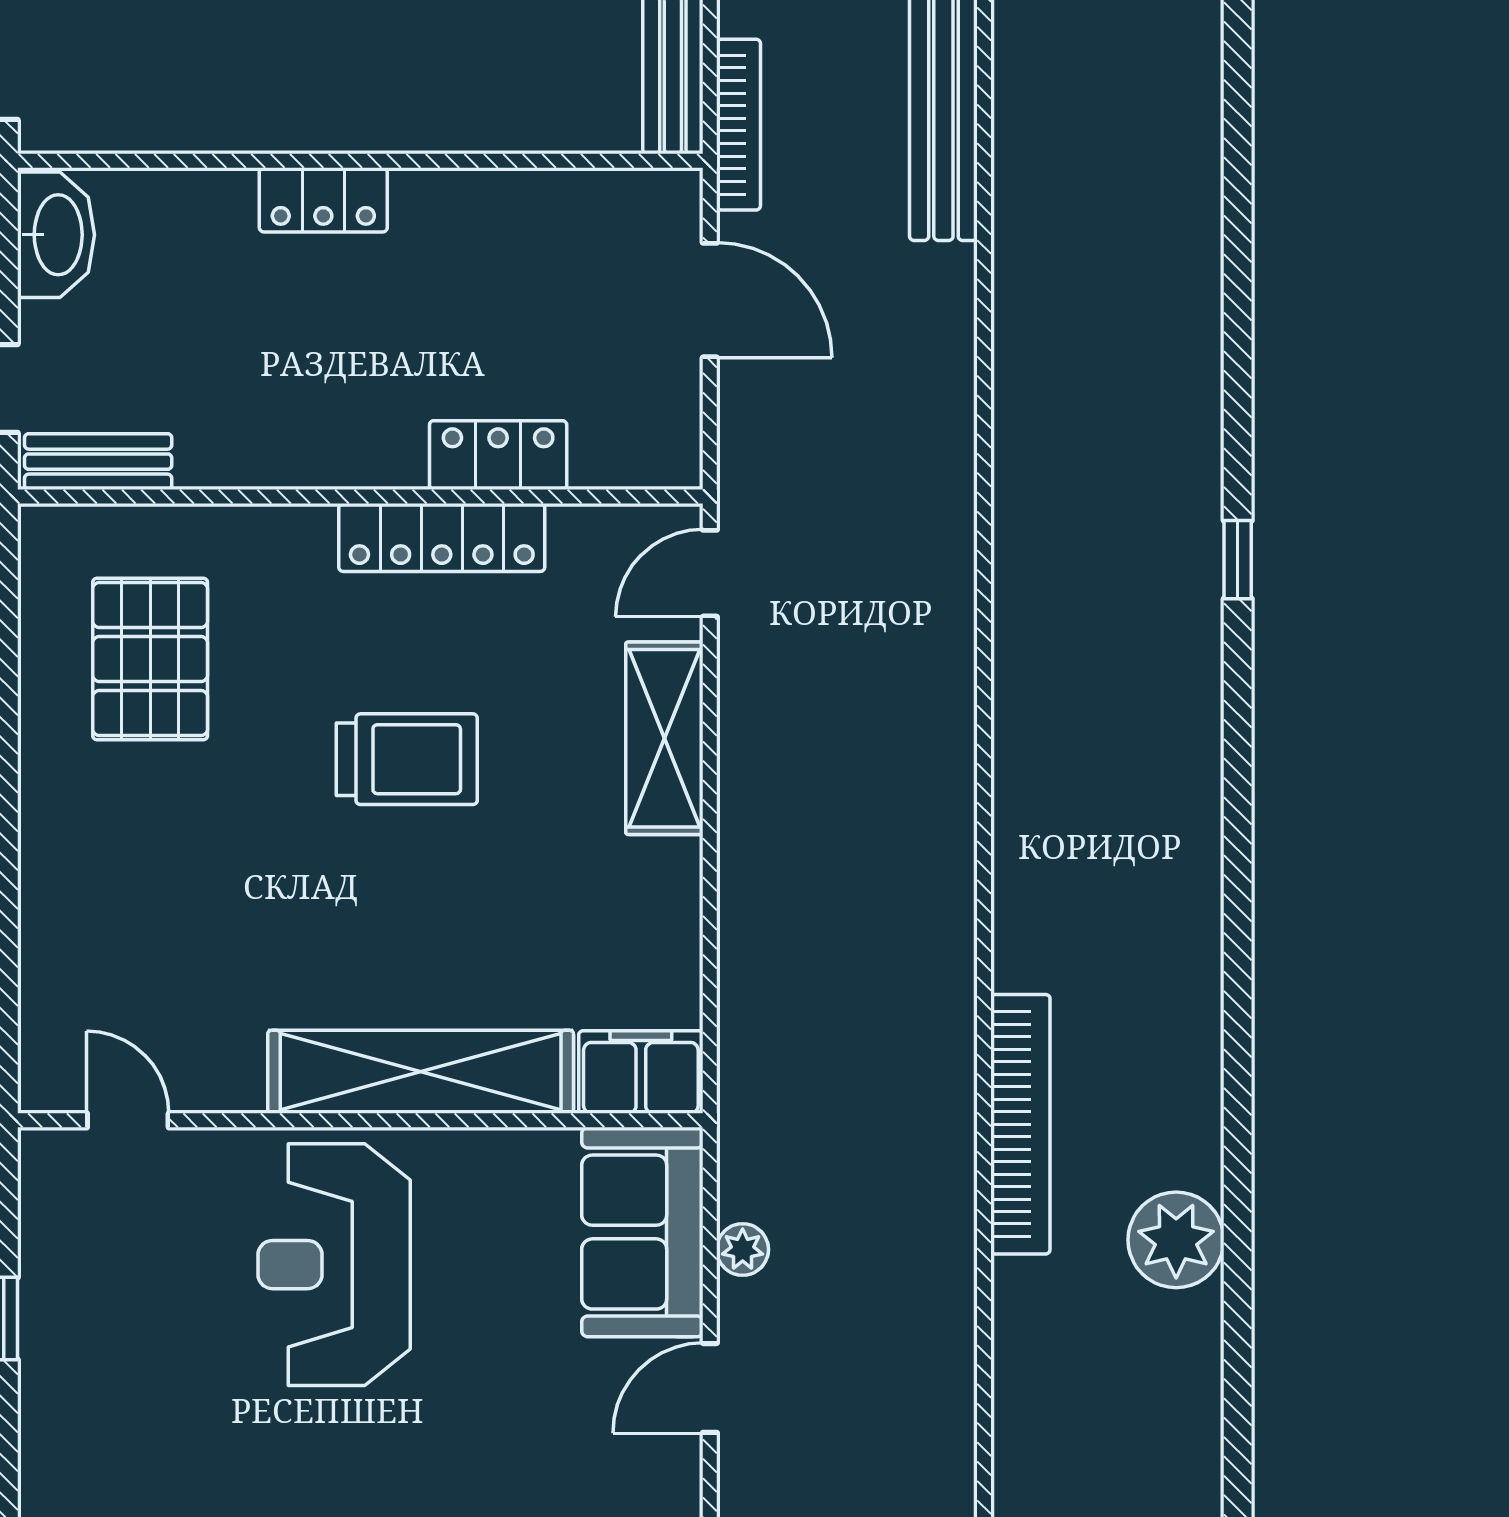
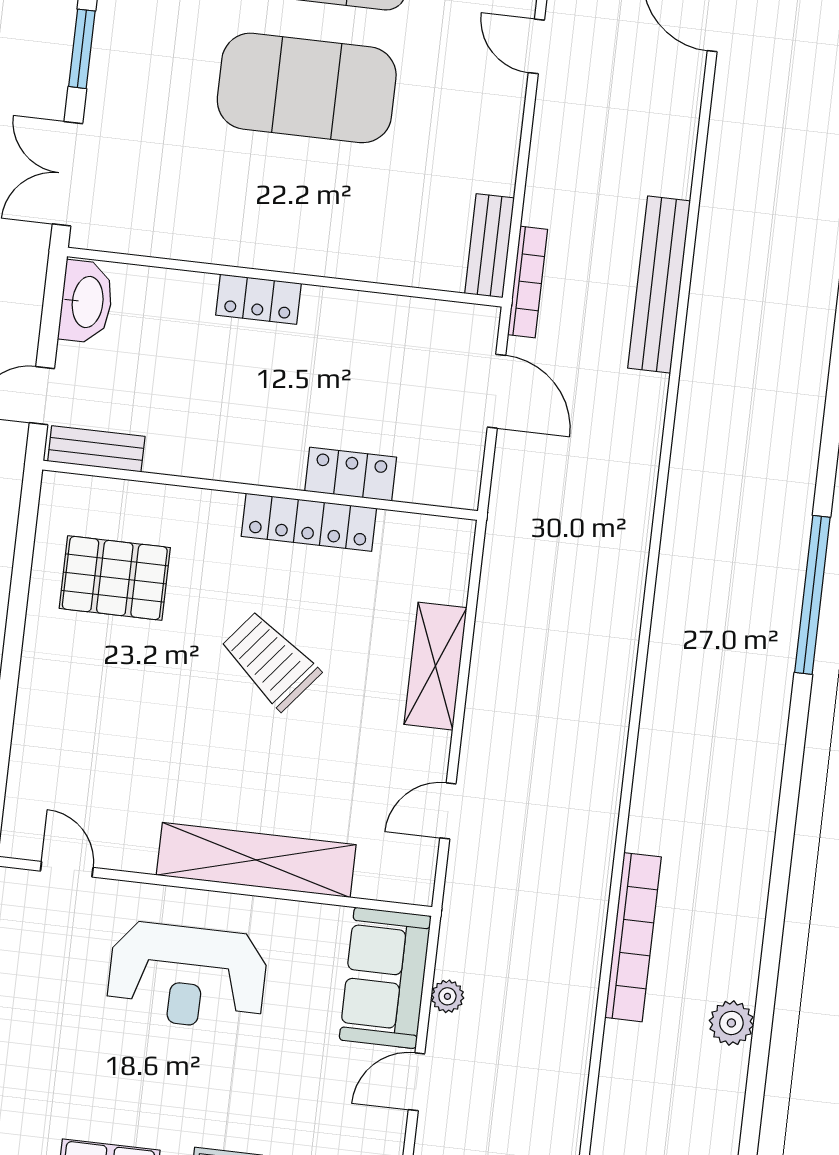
window: (1238, 560) -> (812, 595), width x3.17
door: (710, 573) -> (448, 811), moved
pallet: (150, 659) -> (115, 578), turned 90
trolley: (407, 759) -> (270, 660), turned -141
filing cabinet: (641, 1072) -> (396, 876), removed
plant: (1176, 1240) -> (731, 1023), width x0.73, depth x0.73
reception desk: (334, 1265) -> (187, 976), turned -90

